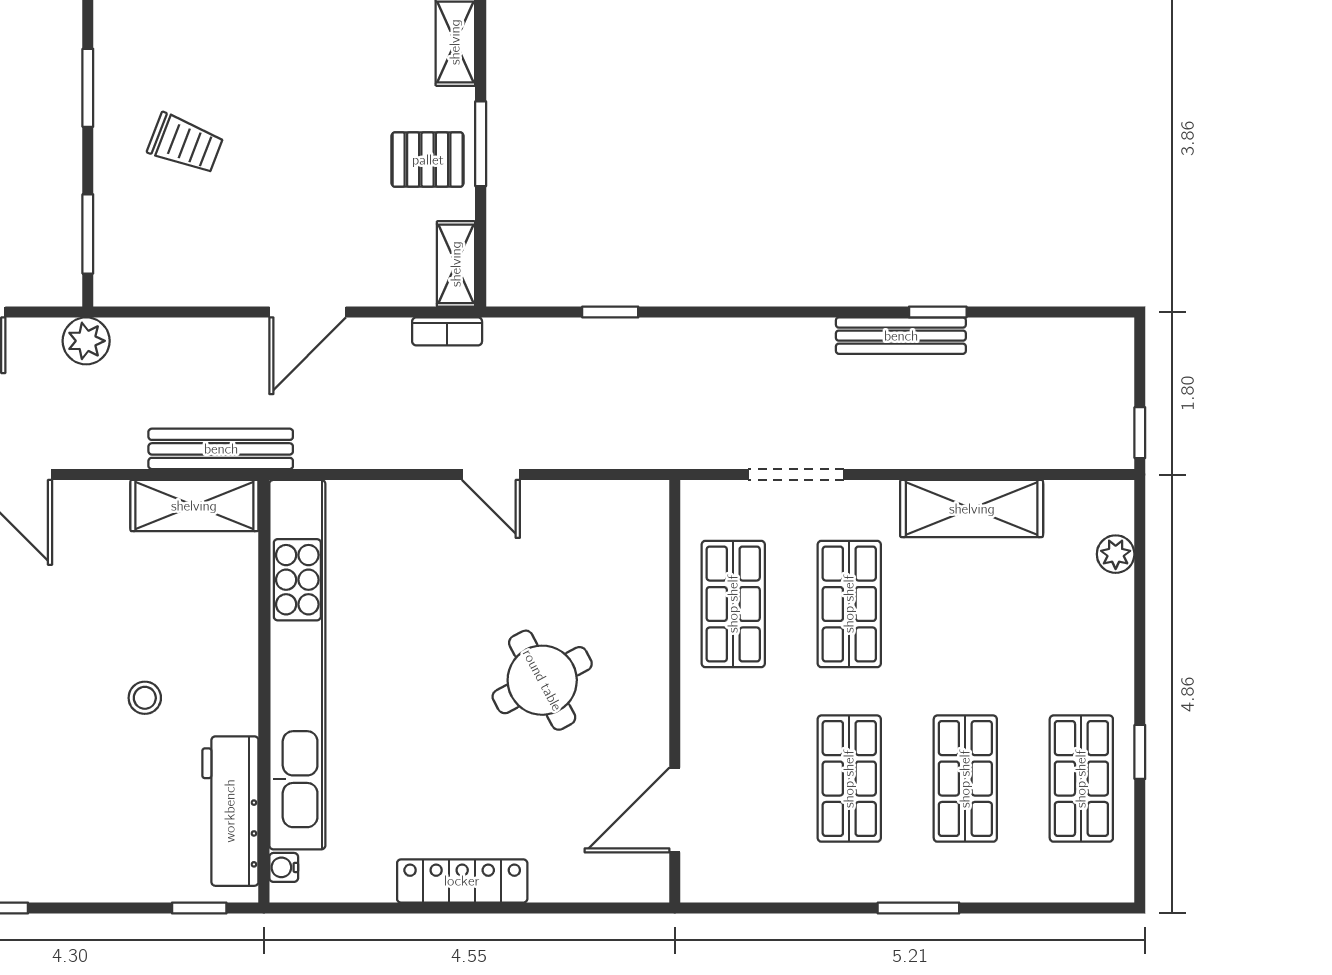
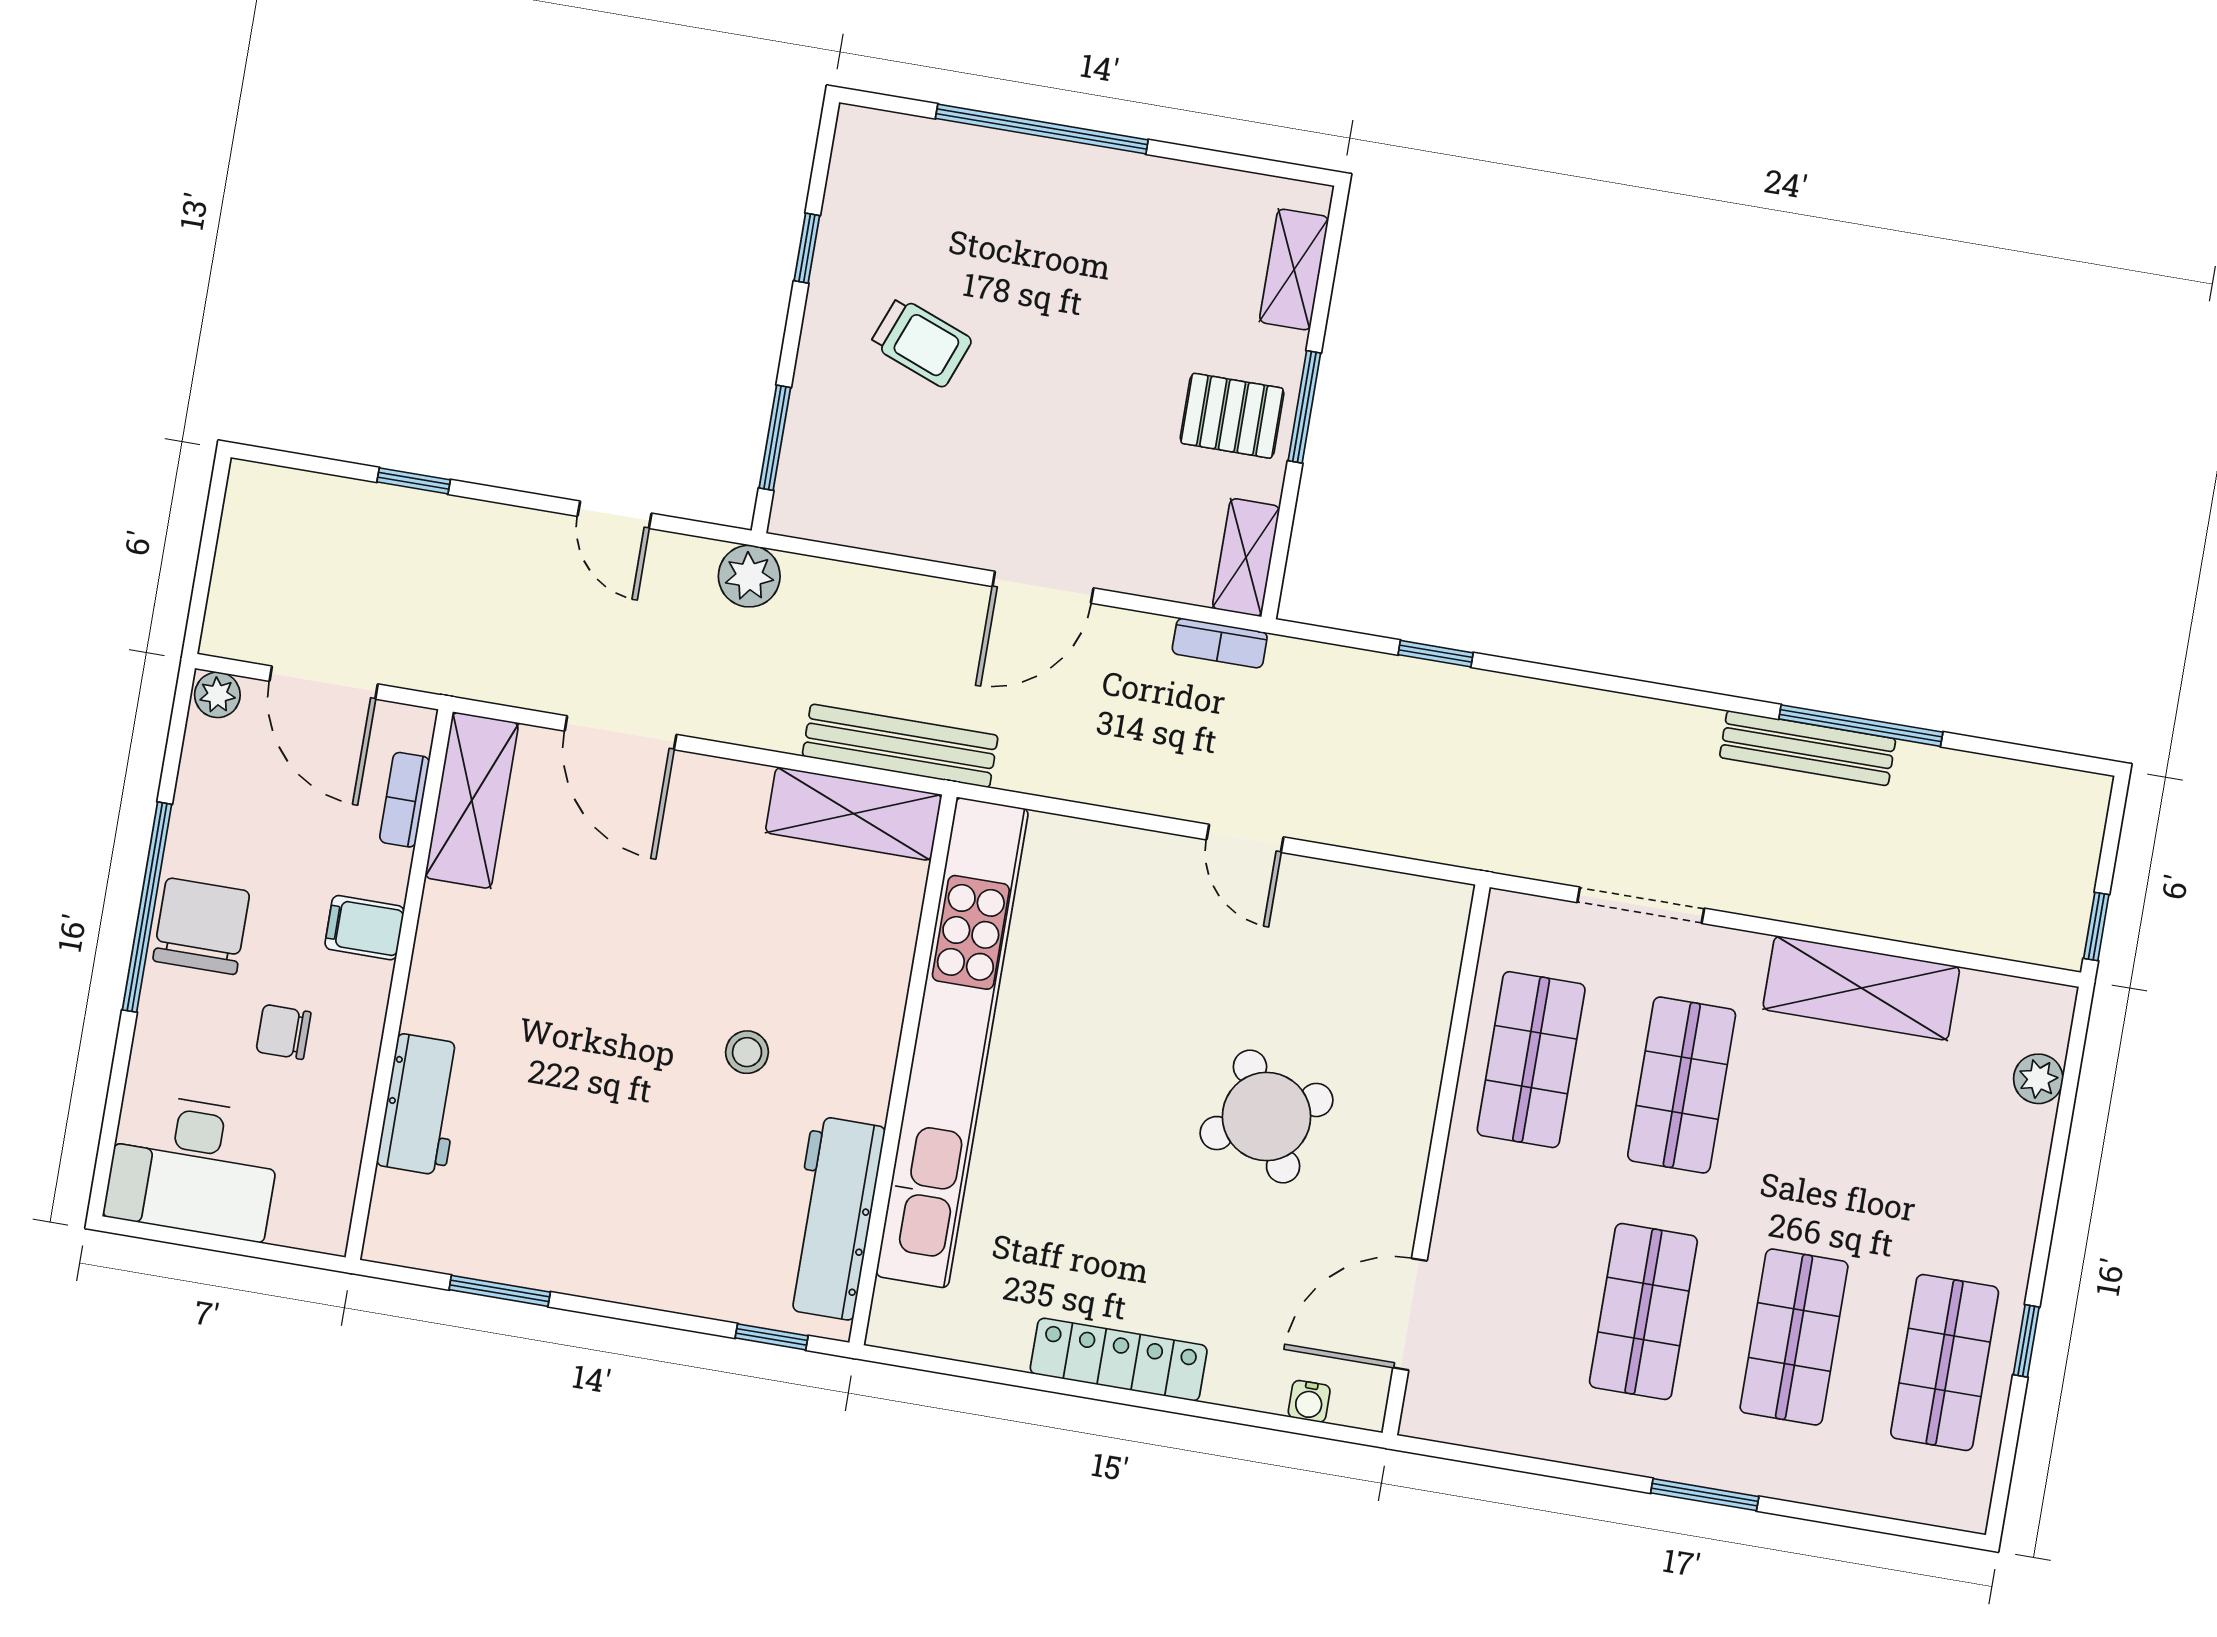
window: (88, 88) -> (807, 248), width x0.67
window: (938, 312) -> (1861, 726), width x2.17
water cooler: (284, 867) -> (1309, 1401), moved, turned -90

